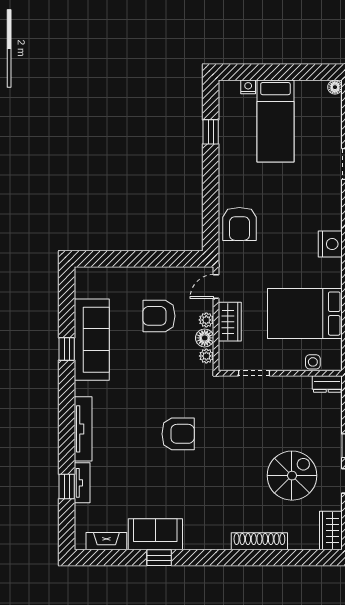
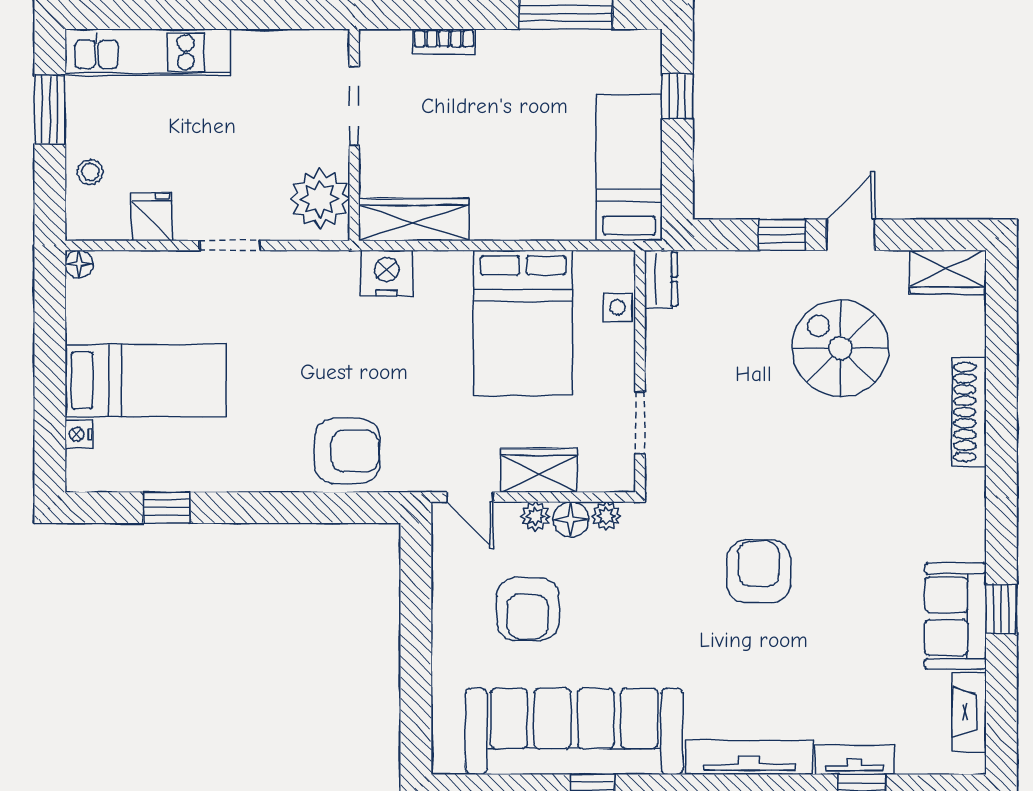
sofa: (92, 340) -> (574, 731), width x1.36, depth x1.27

